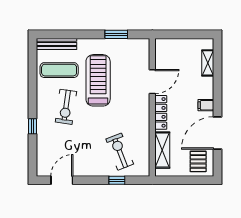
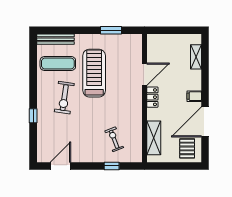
locker: (161, 112) -> (152, 97), width x0.66
exercise bike: (120, 152) -> (114, 139), width x0.73, depth x0.72

